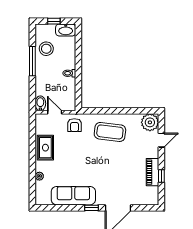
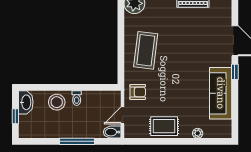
stool: (46, 49) -> (57, 102), moved
window: (32, 61) -> (77, 141), moved

